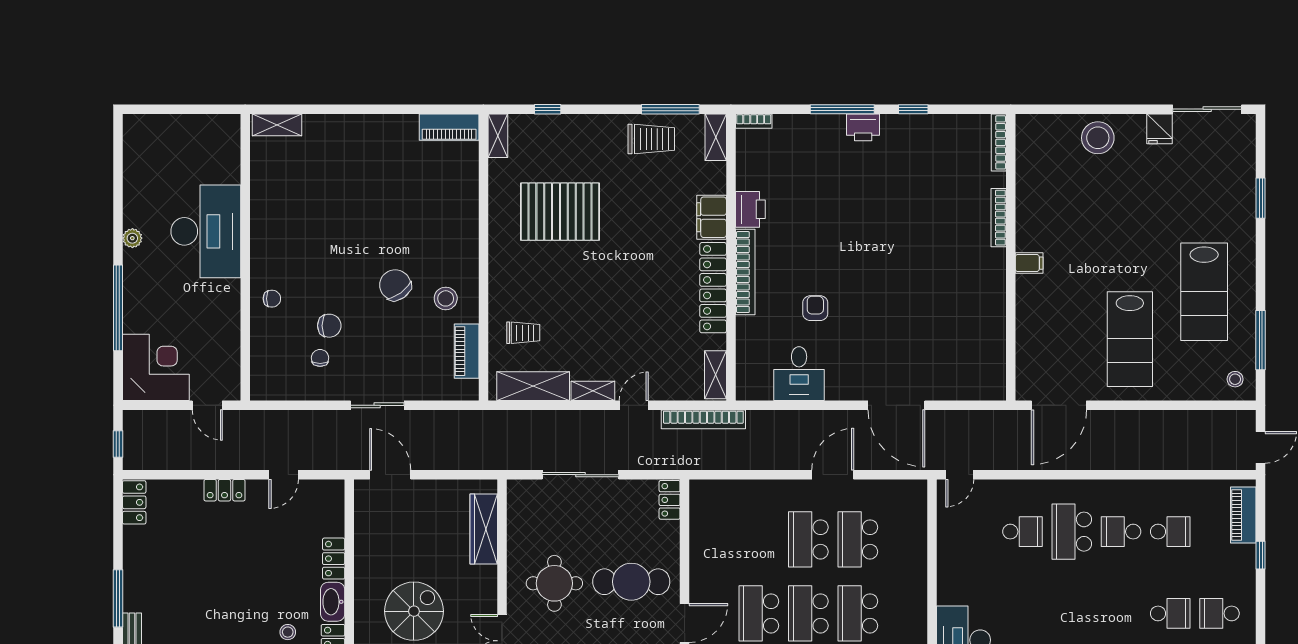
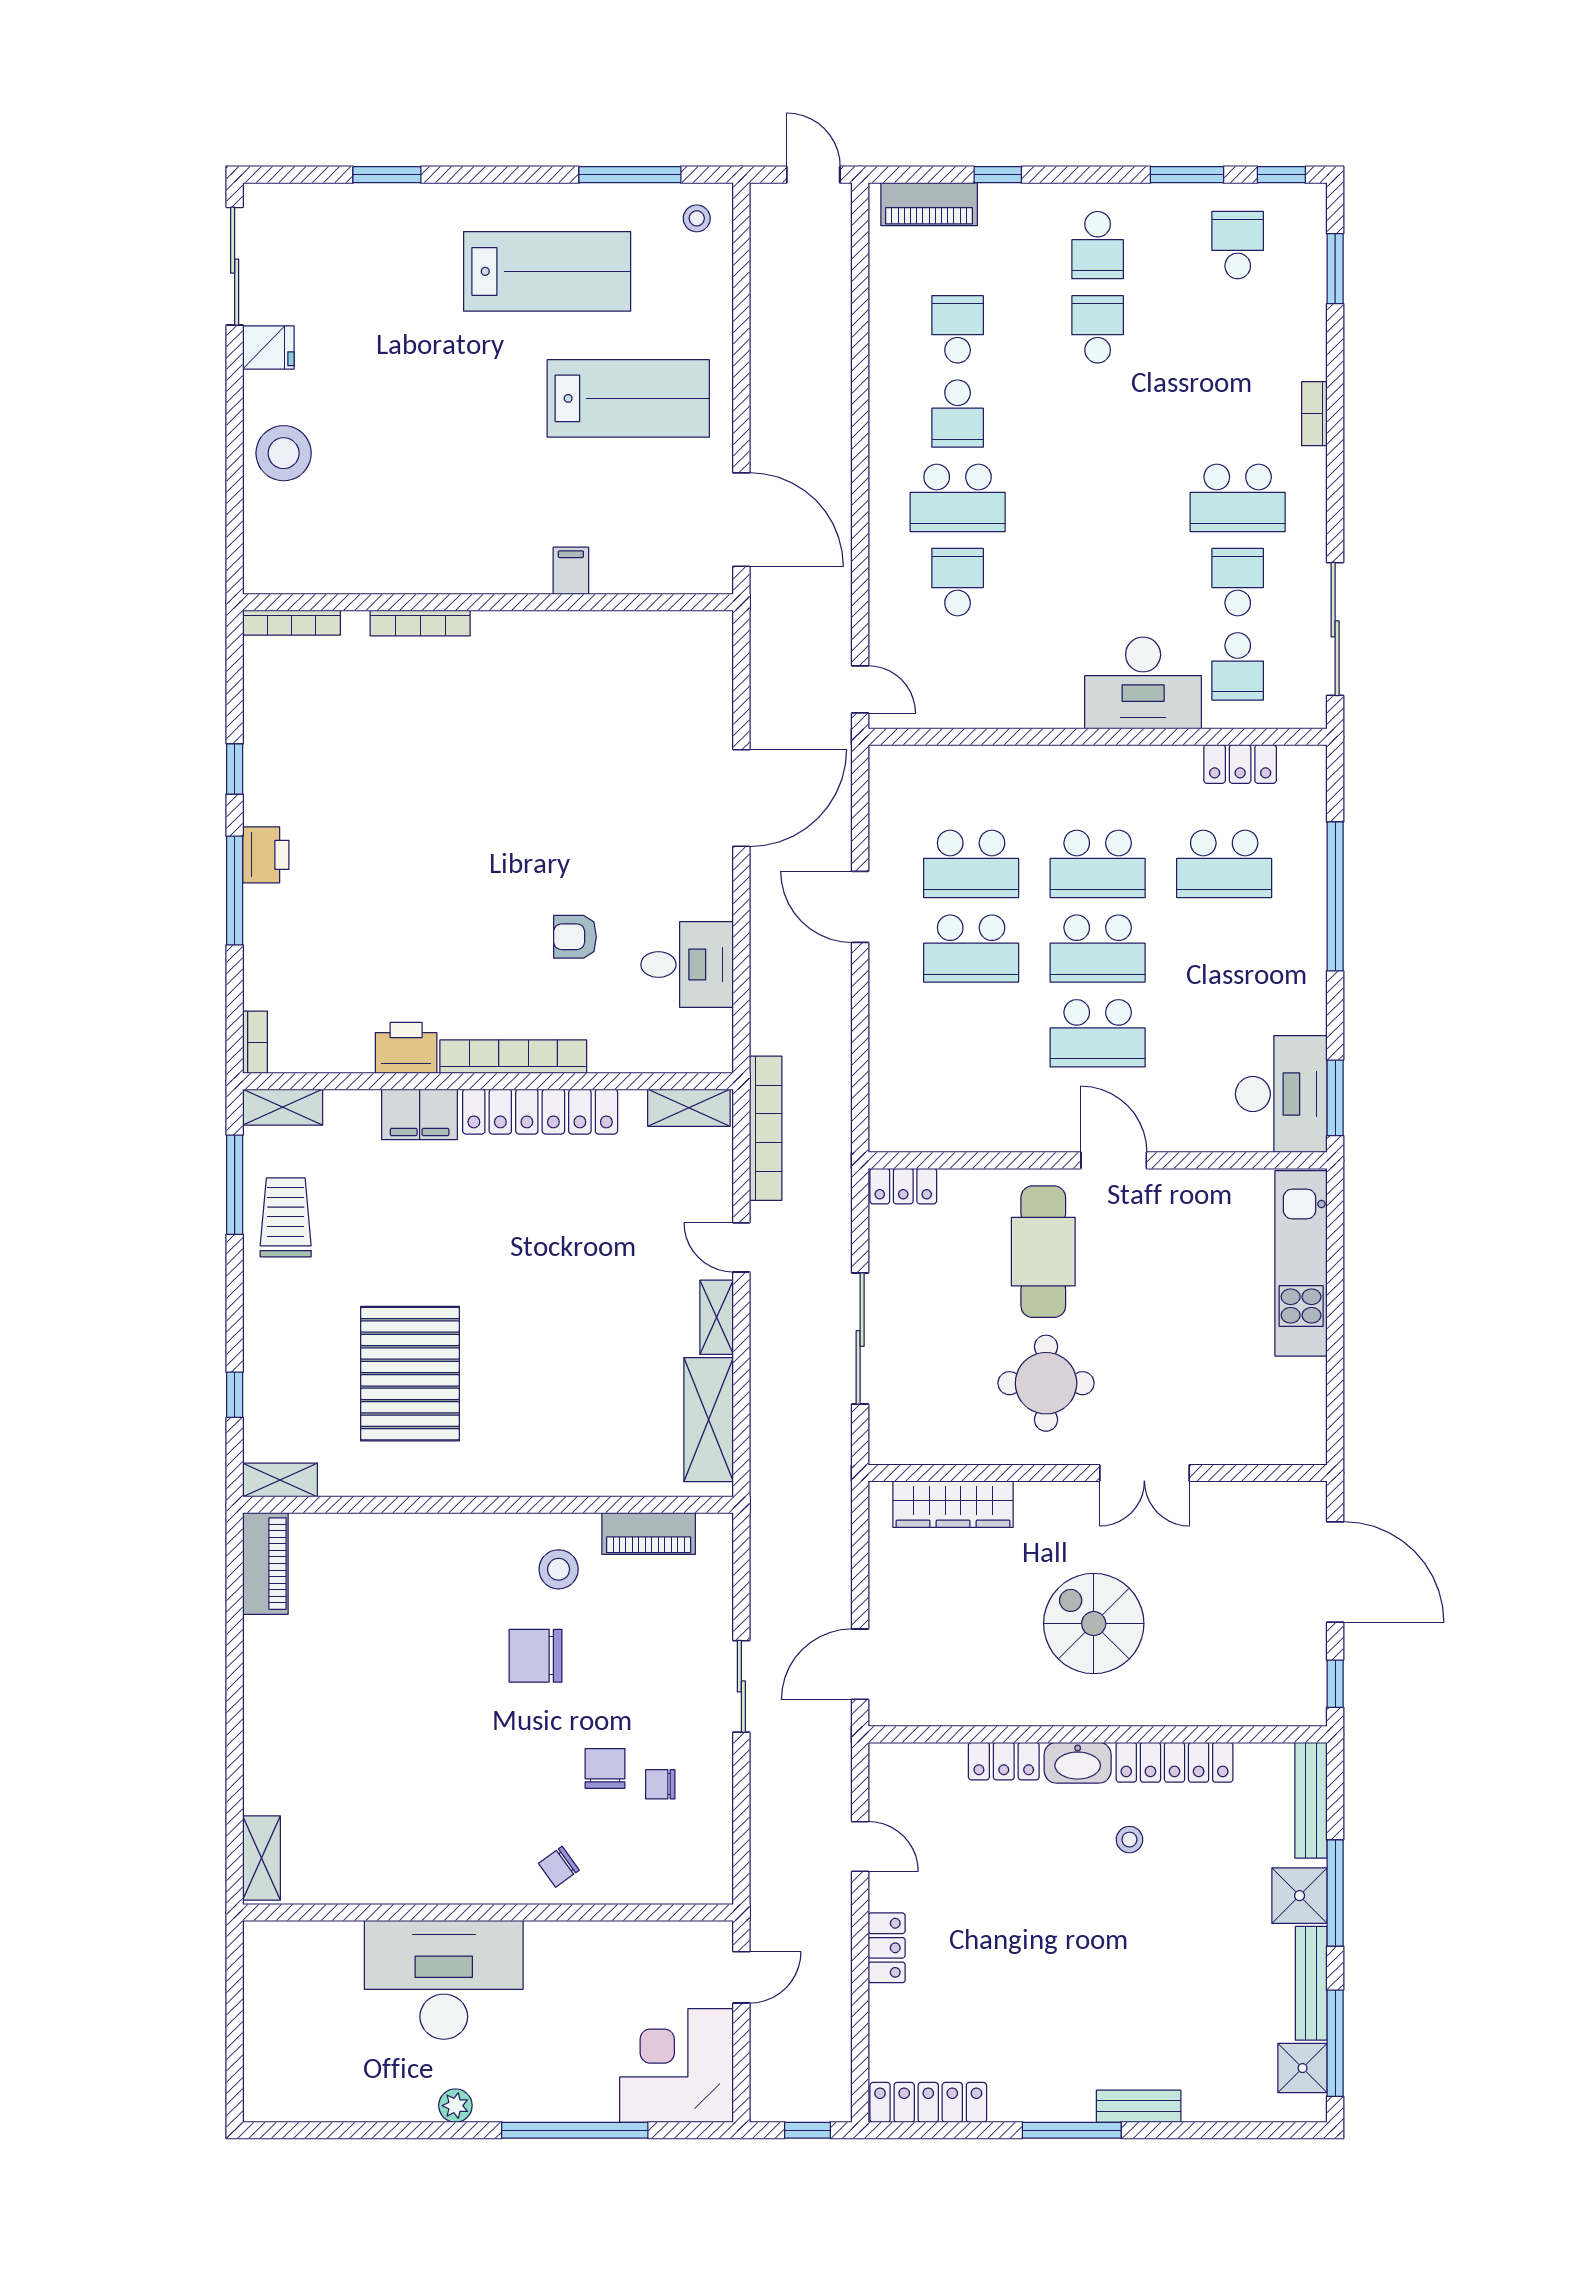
filing cabinet: (1029, 263) -> (571, 571), moved
chair: (395, 285) -> (536, 1656), turned 36
chair: (272, 299) -> (559, 1867), turned -126
trolley: (523, 333) -> (617, 1437), removed
locker: (134, 502) -> (928, 2102), width x1.53

